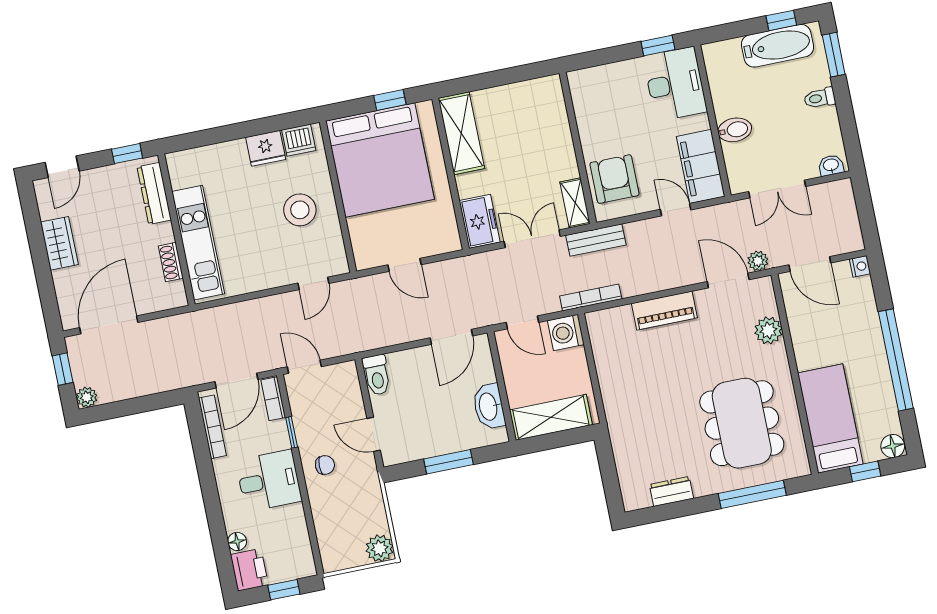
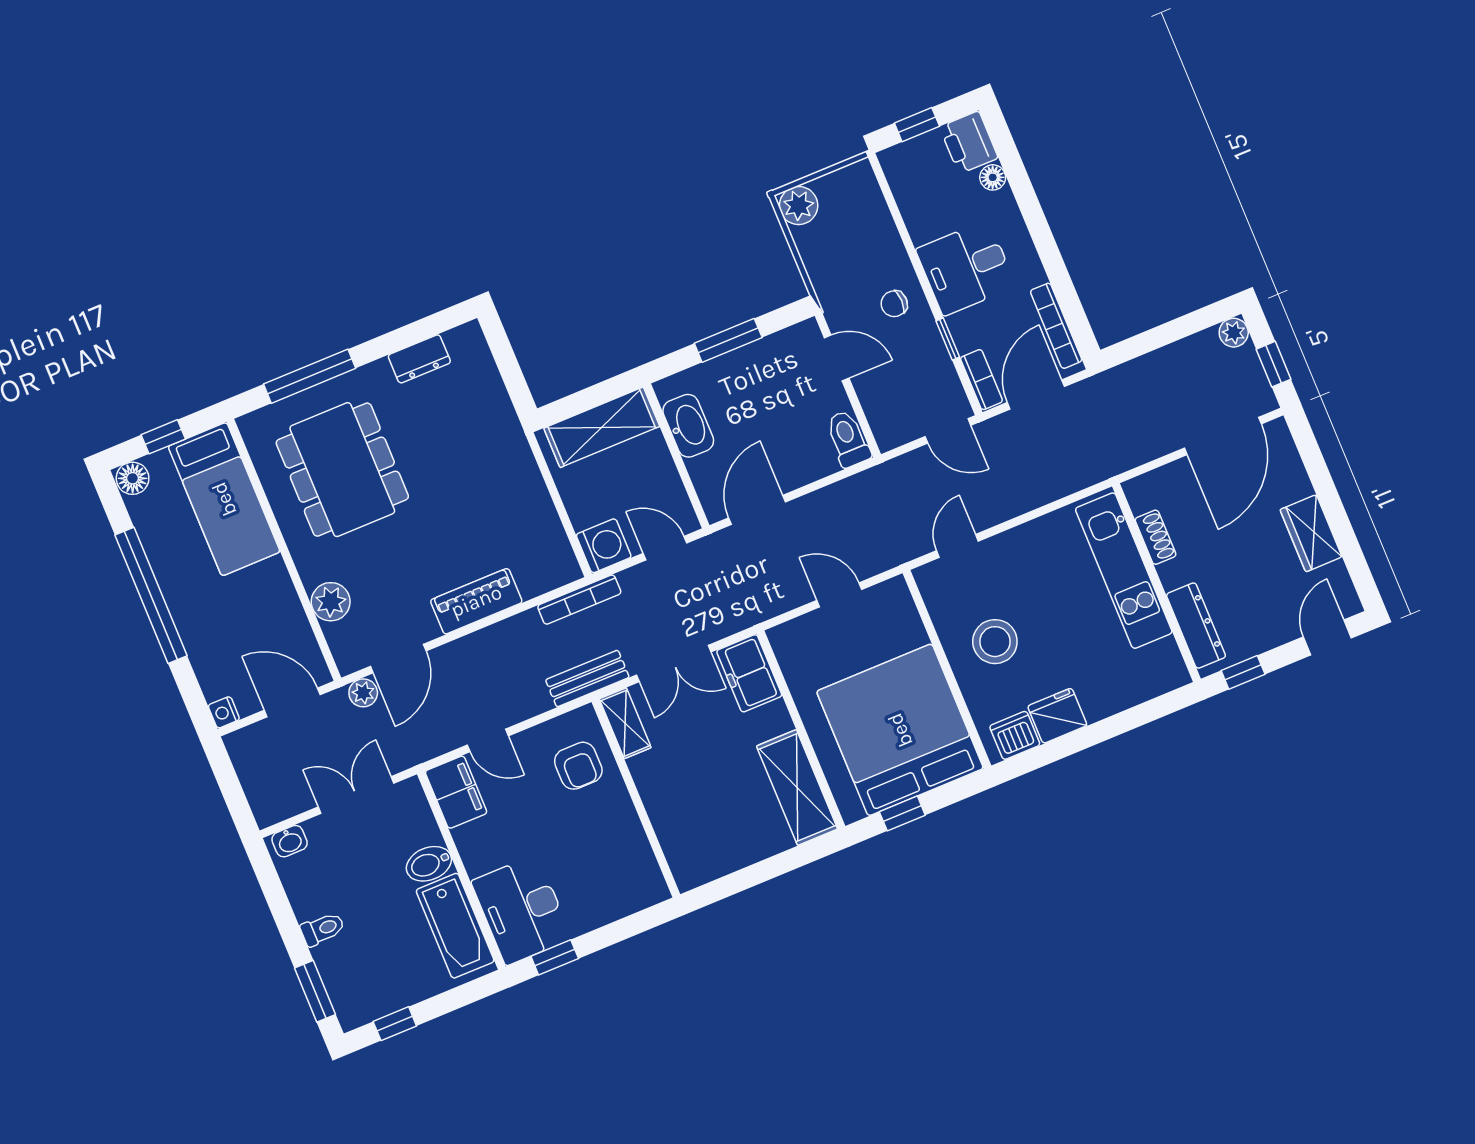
bathtub: (777, 46) -> (455, 926), moved, turned -90
filing cabinet: (701, 166) -> (456, 792), width x0.67, depth x0.86
armchair: (614, 179) -> (578, 766), width x0.72, depth x0.72
door: (728, 281) -> (398, 659), hinge flipped

